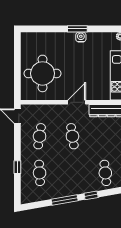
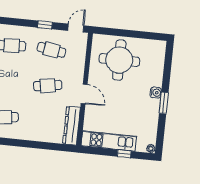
water cooler: (81, 37) -> (156, 93), moved
window: (17, 167) -> (45, 25), moved

